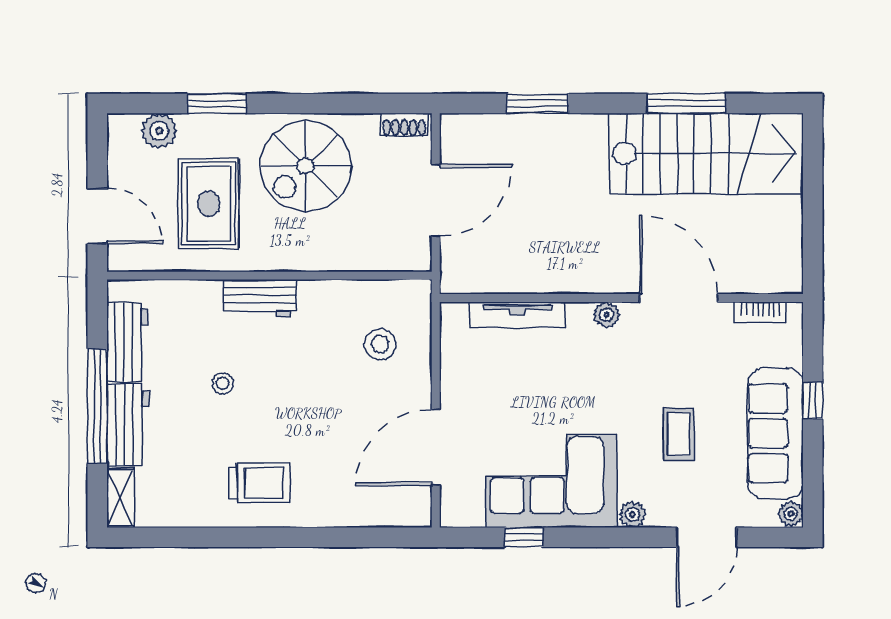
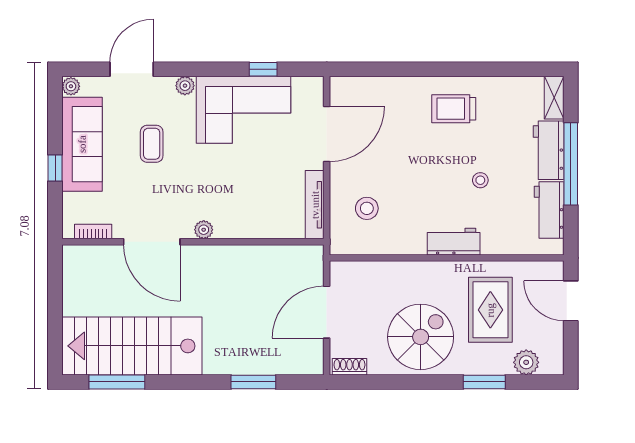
window: (686, 103) -> (117, 382), moved
tv unit: (518, 315) -> (315, 205), moved, turned -90

